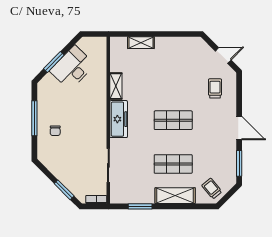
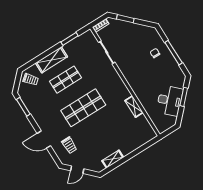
shelving: (141, 43) -> (113, 159), moved
freezer: (119, 119) -> (119, 86), removed
shop shelf: (173, 120) -> (83, 108), width x1.43, depth x1.36
door: (239, 128) -> (44, 140), moved

